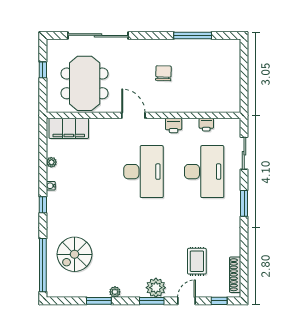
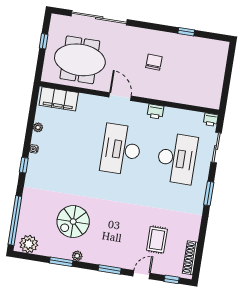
window: (193, 35) -> (186, 32), width x0.46
meeting table: (85, 83) -> (80, 60), turned 90
printer: (206, 125) -> (211, 120), moved
desk: (143, 172) -> (121, 150), turned 180
spiral stairs: (74, 254) -> (73, 222), moved
plant: (156, 288) -> (29, 244), moved

